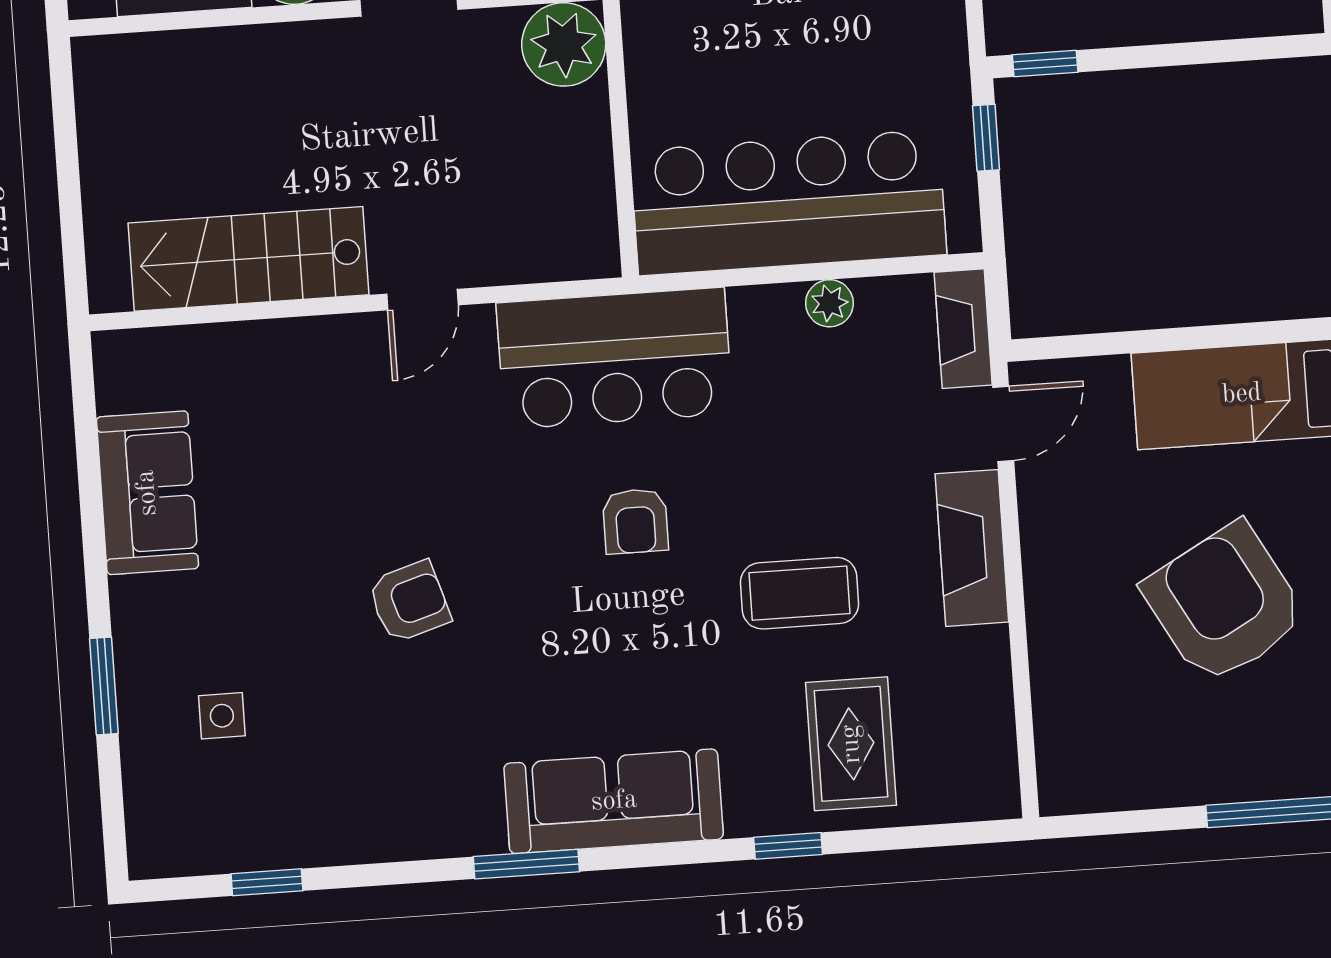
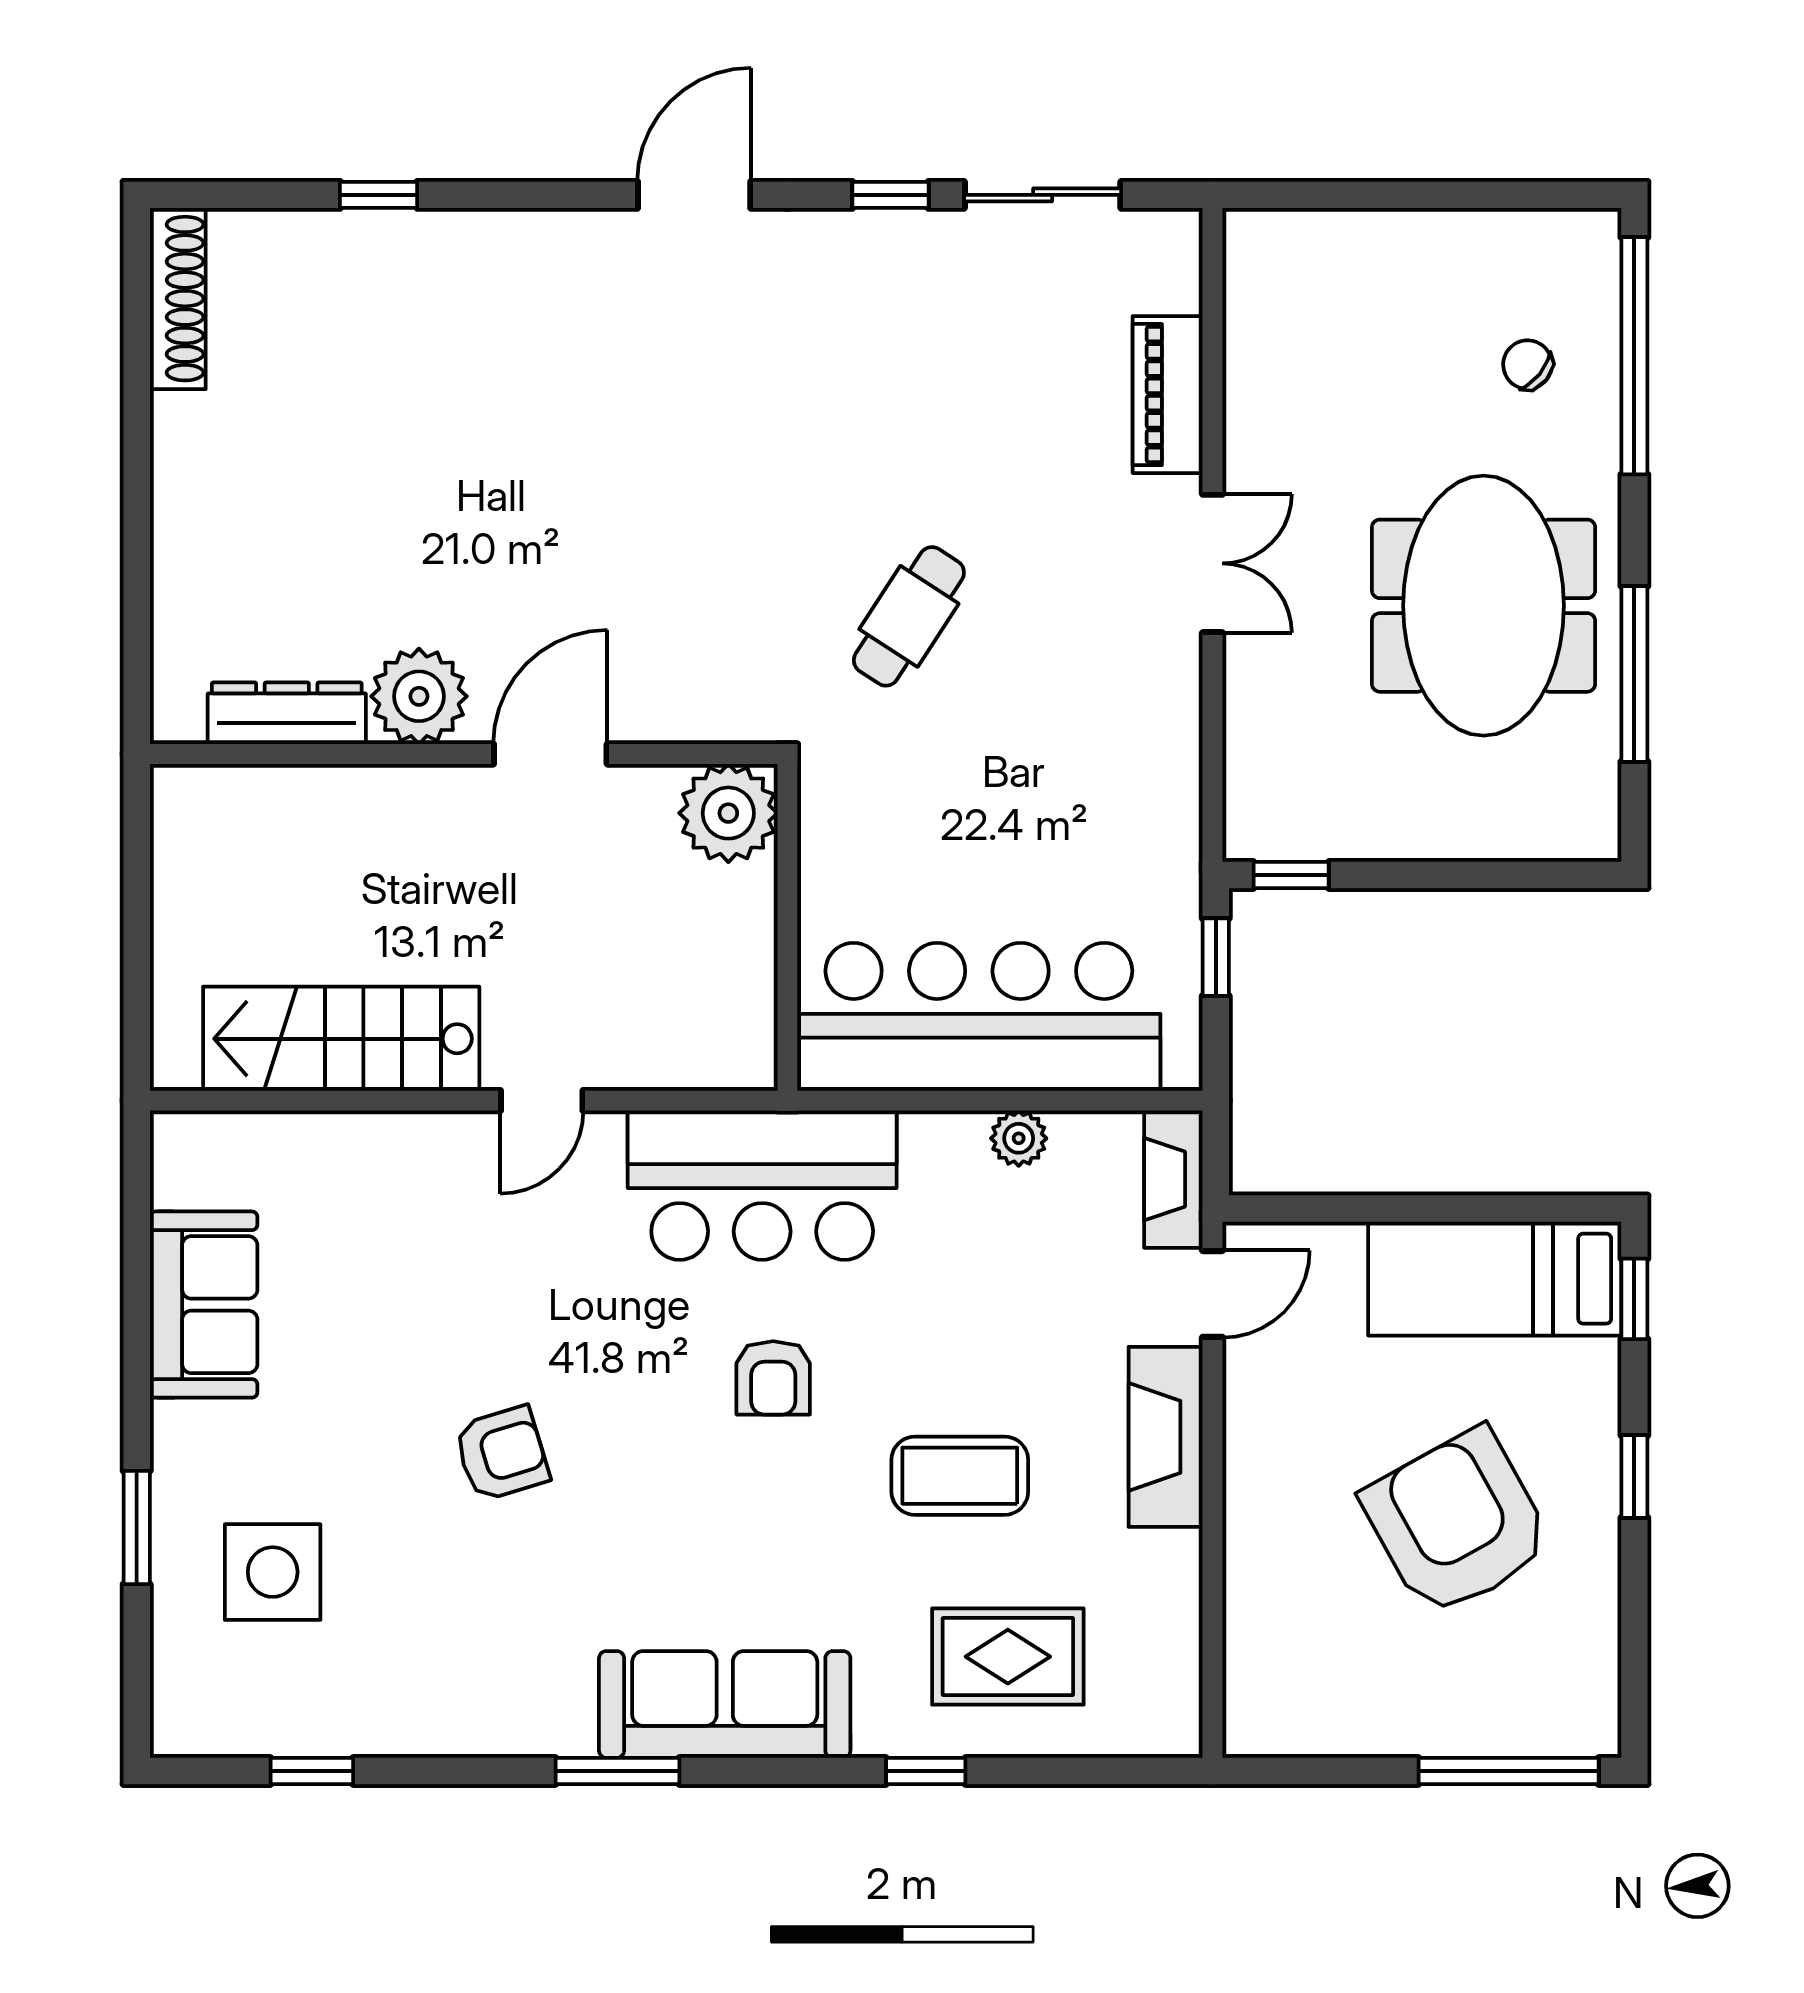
side table: (222, 716) -> (273, 1572), width x1.87, depth x1.87
rug: (851, 744) -> (1008, 1657), turned 90

